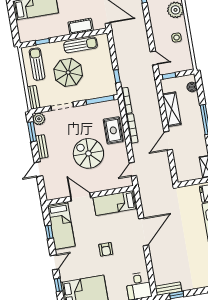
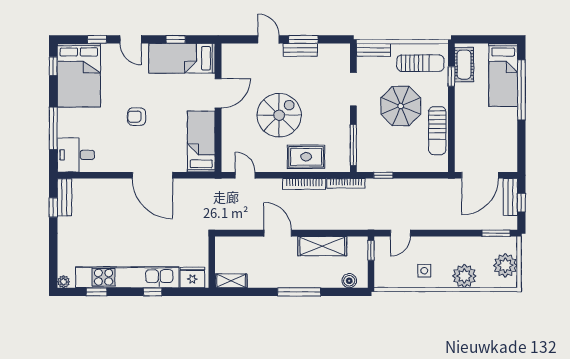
cot: (81, 26) -> (464, 65), moved
plant: (39, 119) -> (341, 52), removed
window: (32, 132) -> (303, 39), moved

